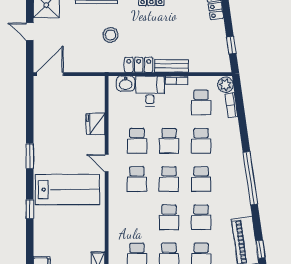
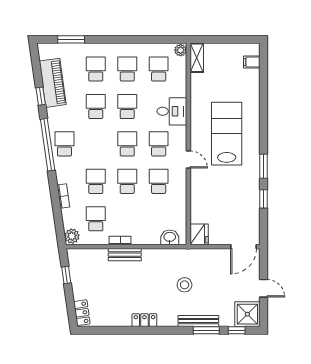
locker: (139, 65) -> (157, 256), removed
desk: (150, 91) -> (172, 111), moved, turned -90
bookcase: (231, 105) -> (63, 196), moved
fridge: (96, 124) -> (199, 234), moved
school desk: (201, 179) -> (64, 144), moved
lab bench: (67, 190) -> (227, 134), turned 90
window: (30, 209) -> (263, 199), moved
window: (261, 249) -> (41, 96), moved

